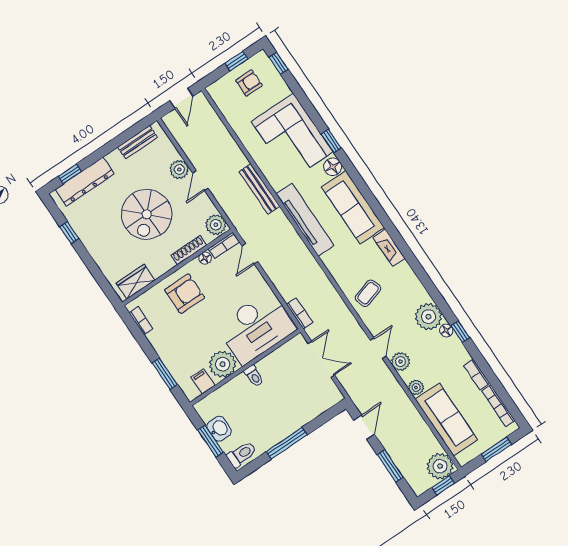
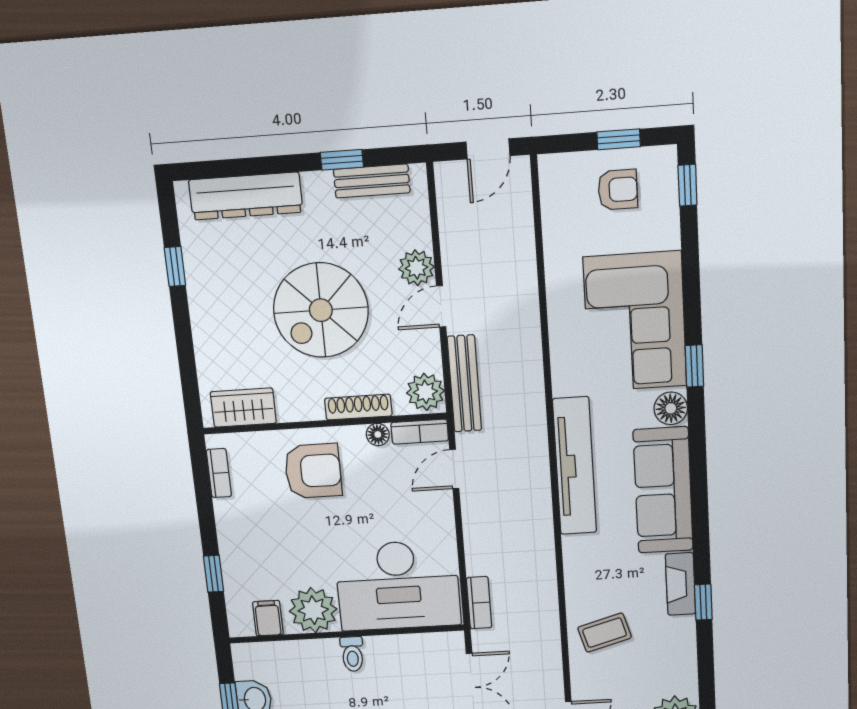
window: (70, 174) -> (342, 160), moved
bench: (259, 189) -> (464, 384), moved
window: (405, 250) -> (703, 602), added
window: (165, 374) -> (213, 574), width x0.67

